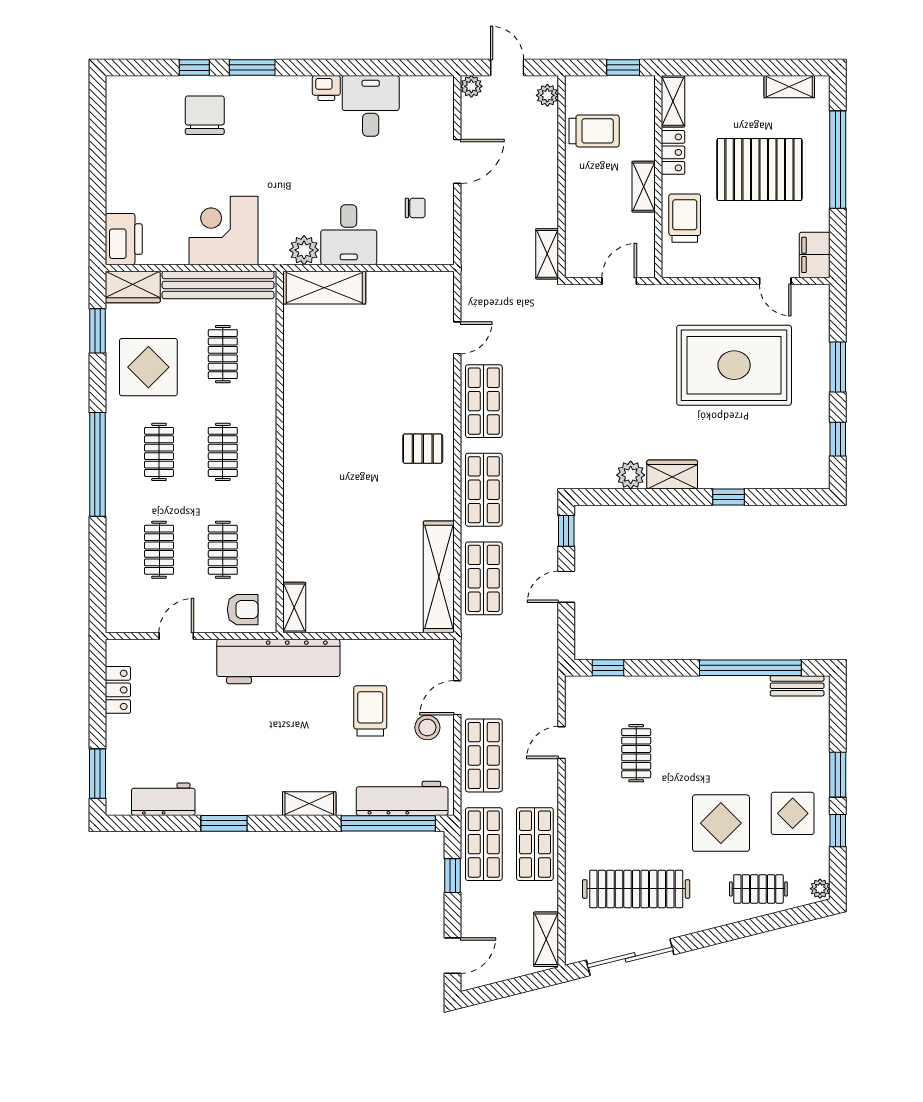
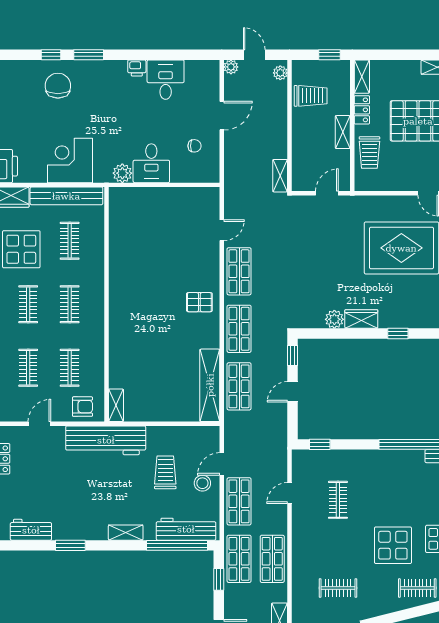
trolley: (685, 218) -> (369, 152), turned 180
shelving: (324, 288) -> (135, 198), removed
clothes rail: (636, 889) -> (338, 588), width x0.54, depth x0.76

